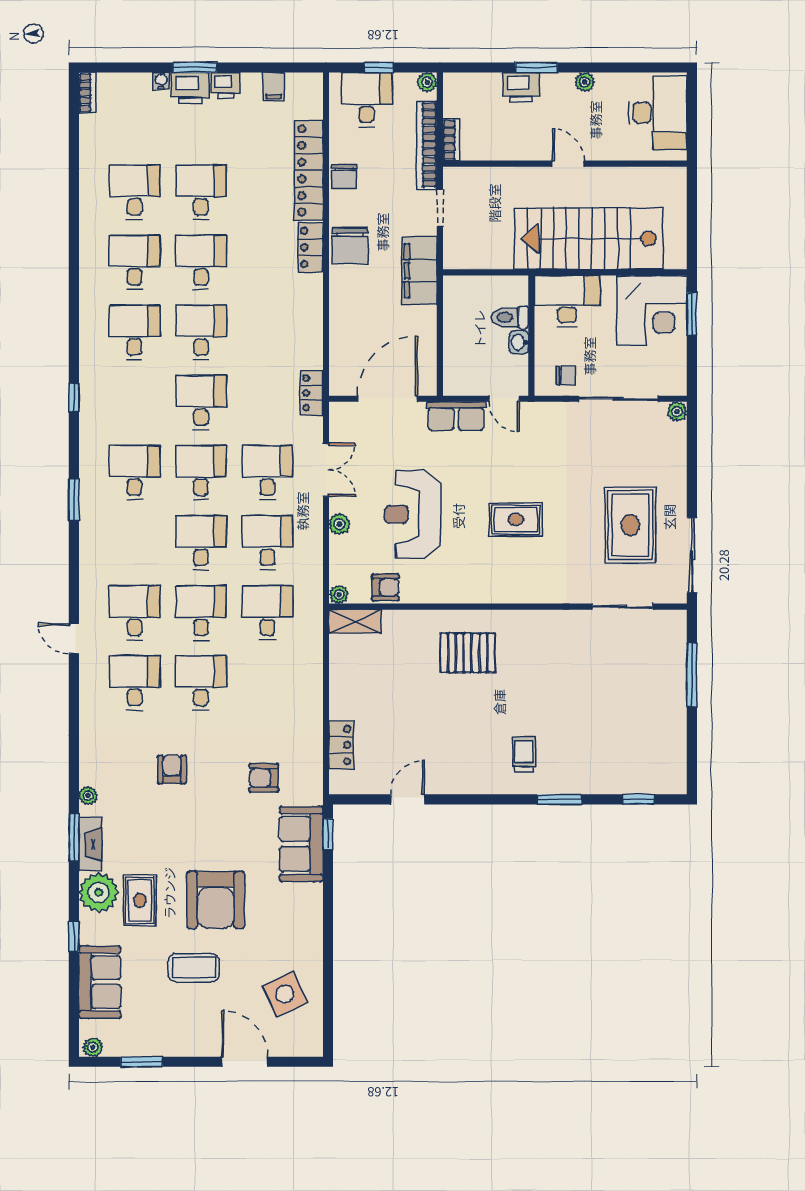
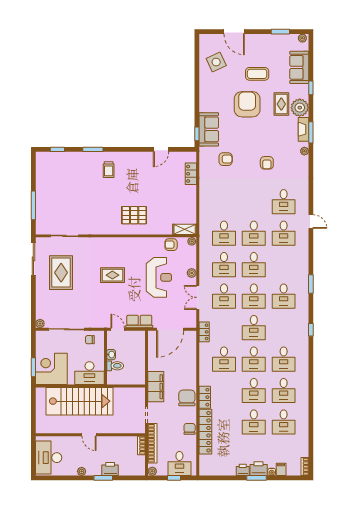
filing cabinet: (274, 86) -> (281, 469), moved
desk: (201, 683) -> (224, 359), moved

